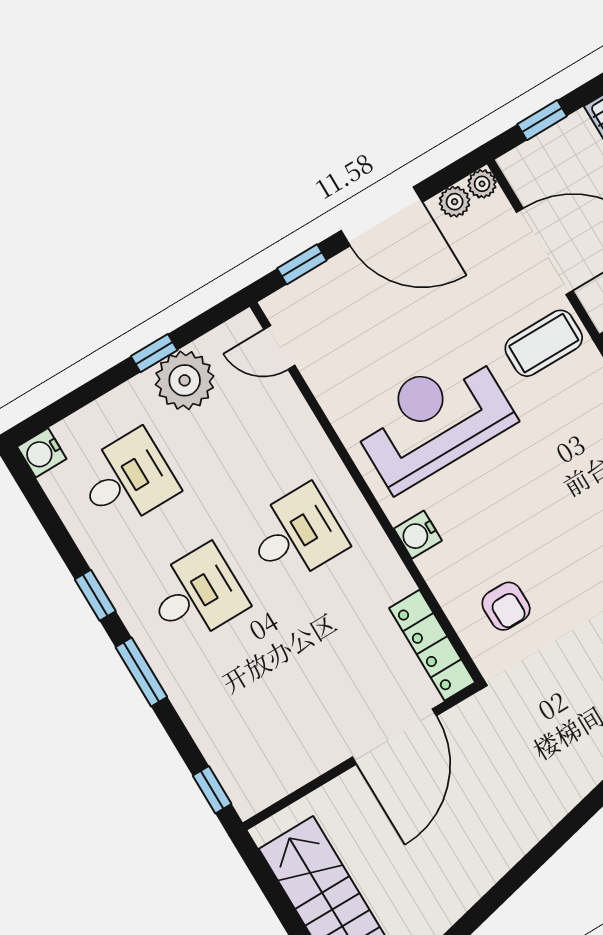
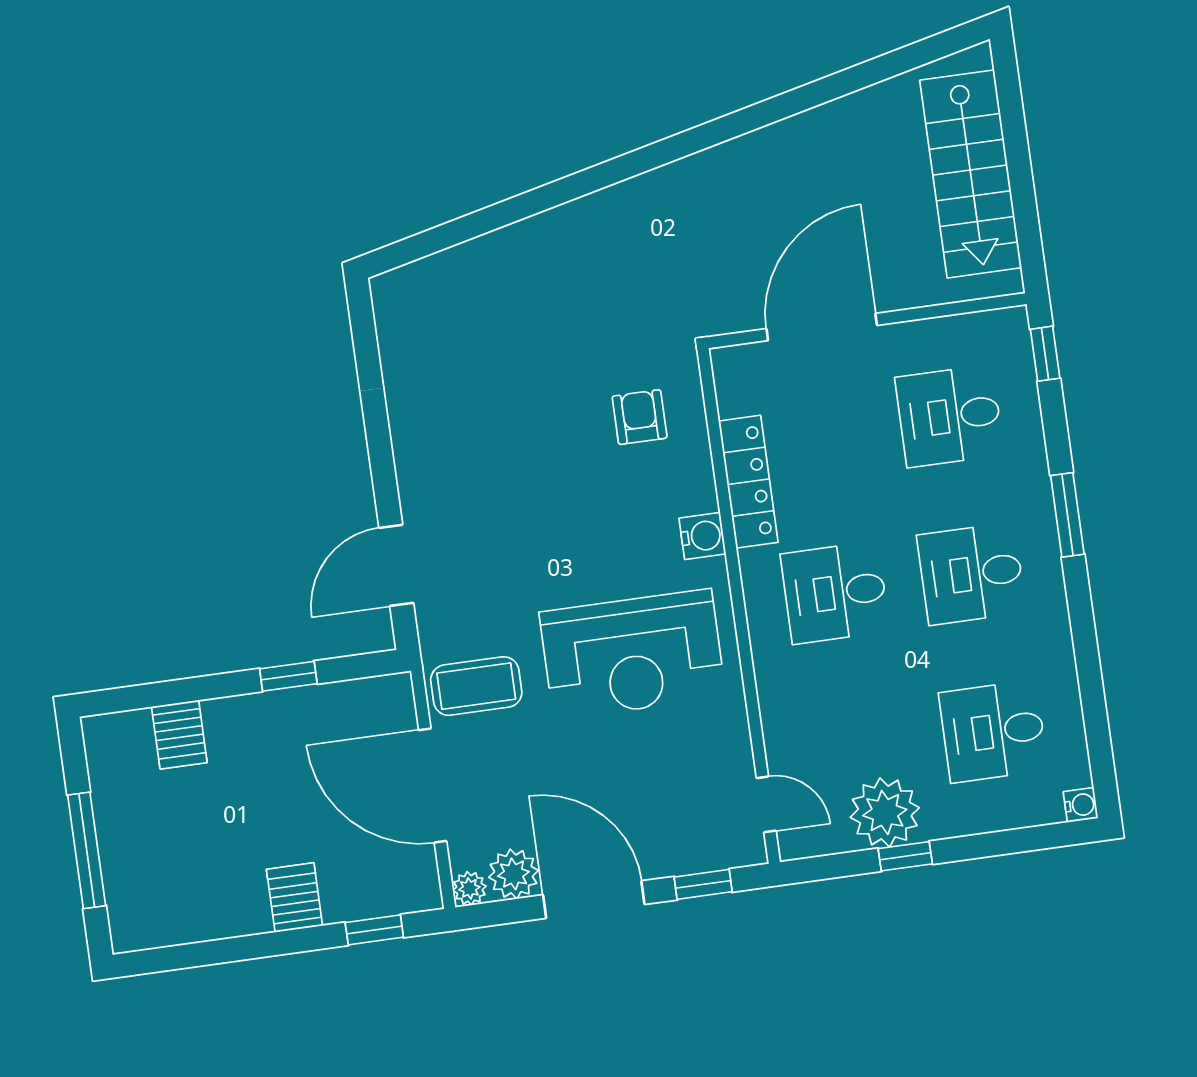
plant: (455, 202) -> (513, 874), width x1.38, depth x1.38
water cooler: (42, 453) -> (1081, 805), width x0.72, depth x0.72
window: (95, 595) -> (1082, 620), removed
locker: (432, 645) -> (748, 482), moved
desk: (266, 710) -> (950, 416), added

